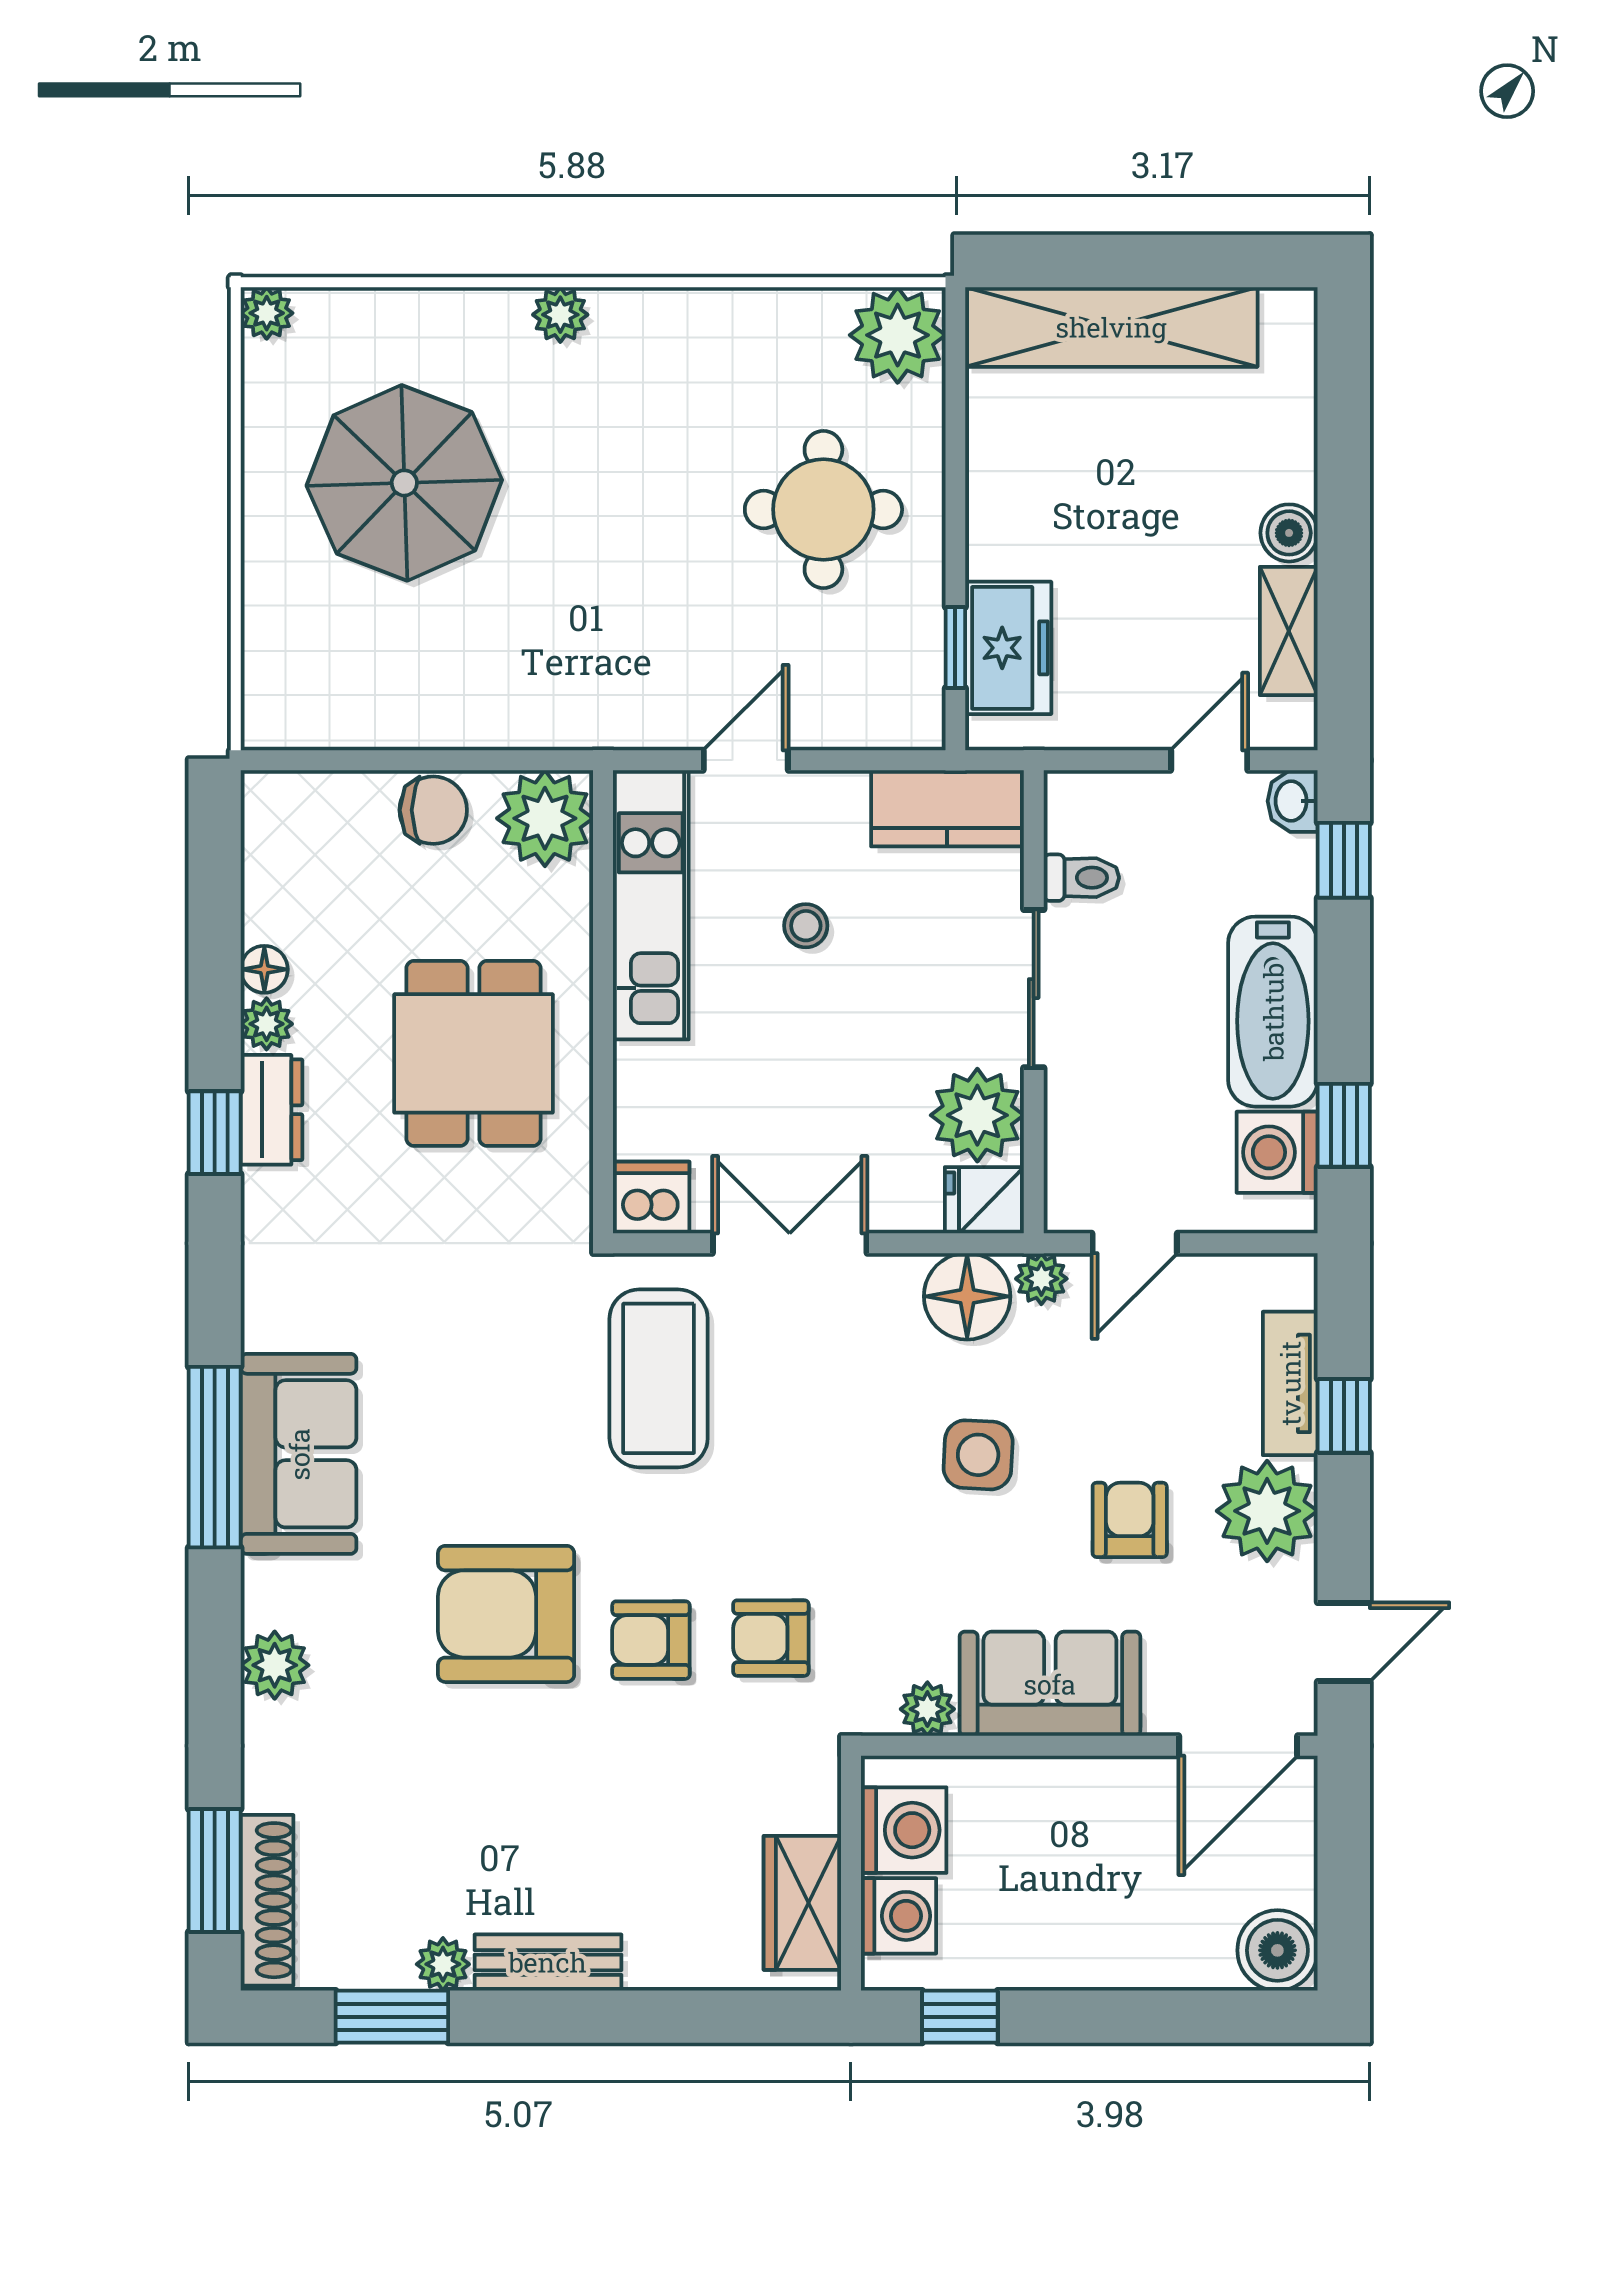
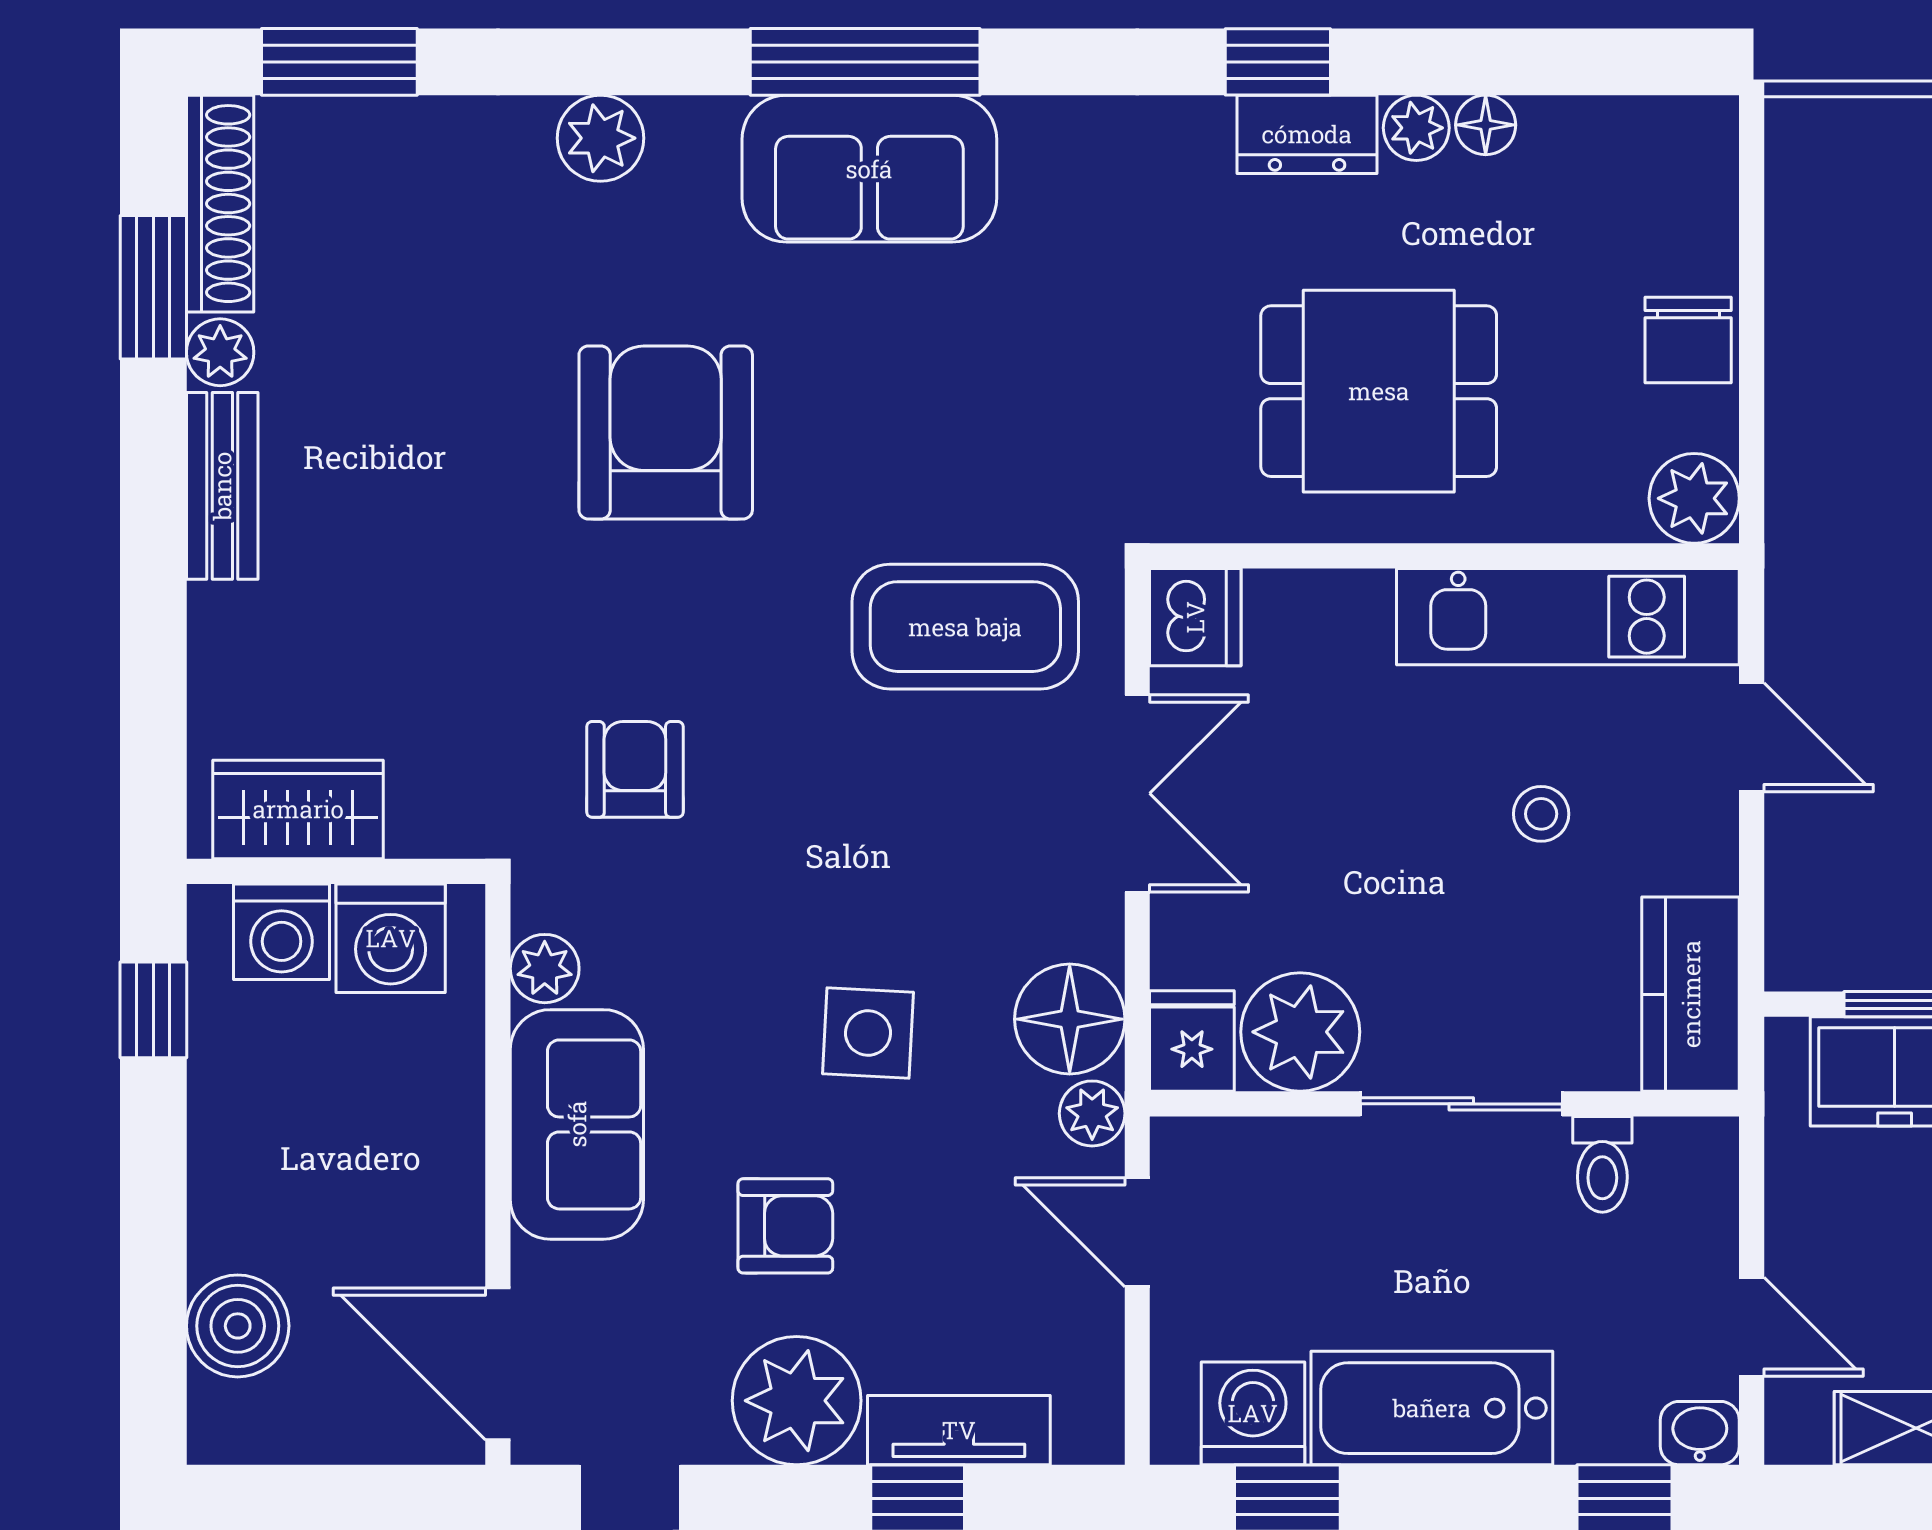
plant: (545, 818) -> (1694, 498), width x0.73, depth x0.73
armchair: (651, 1640) -> (632, 617), removed
shoe rack: (267, 1900) -> (220, 204), moved, turned -90
boiler: (1277, 1950) -> (238, 1326), moved

